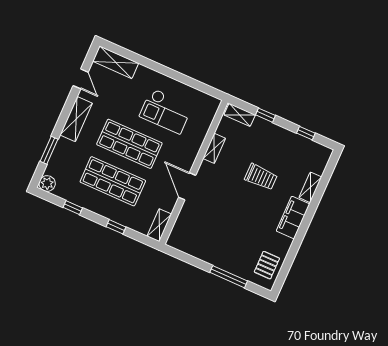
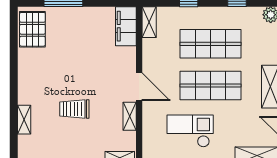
door: (187, 186) -> (139, 87), moved
filing cabinet: (293, 217) -> (126, 26), moved, turned 180
pallet: (267, 265) -> (32, 29), width x1.50, depth x1.42

